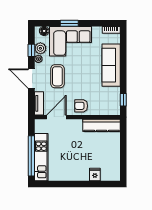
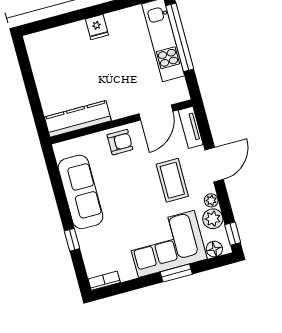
window: (31, 50) -> (233, 234), moved
sofa: (111, 65) -> (81, 192), moved
door: (31, 79) -> (214, 165), hinge flipped
window: (123, 100) -> (72, 240), moved
fridge: (95, 174) -> (97, 27), moved

